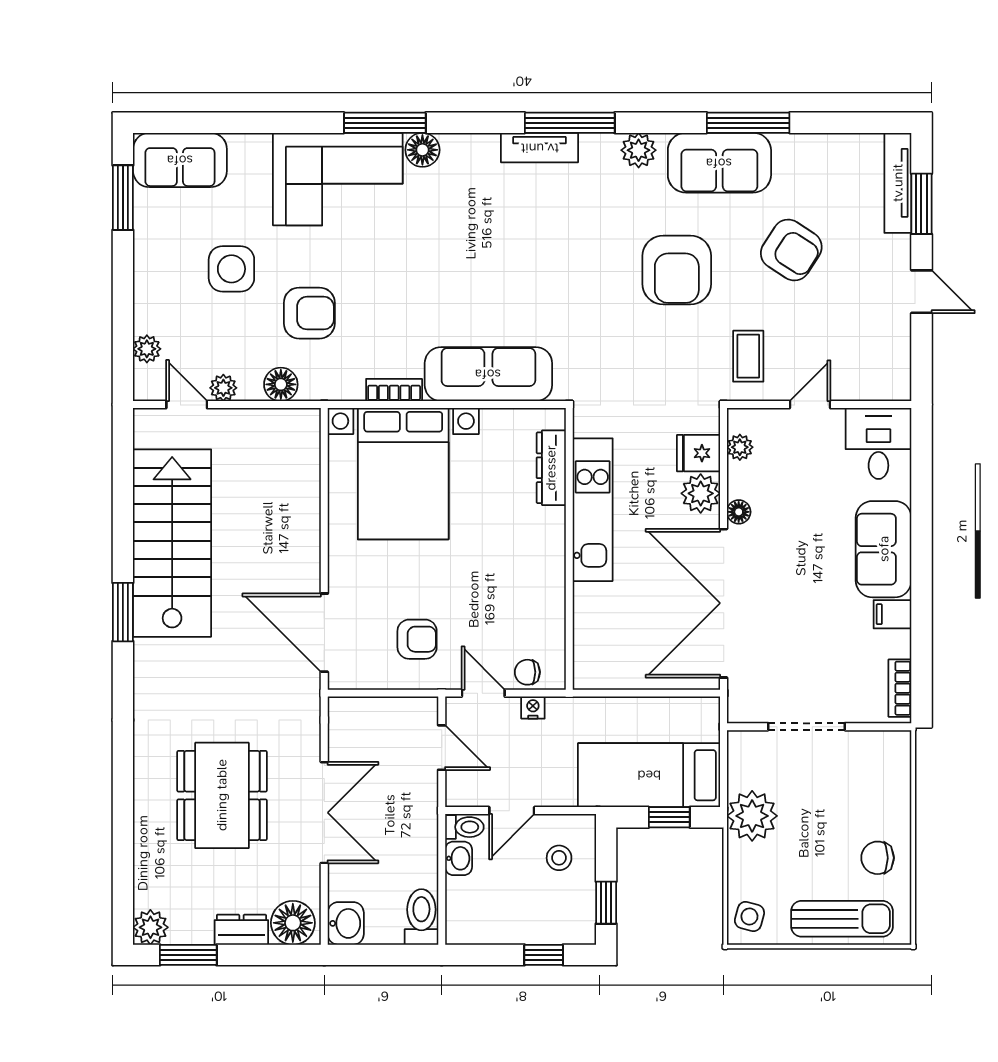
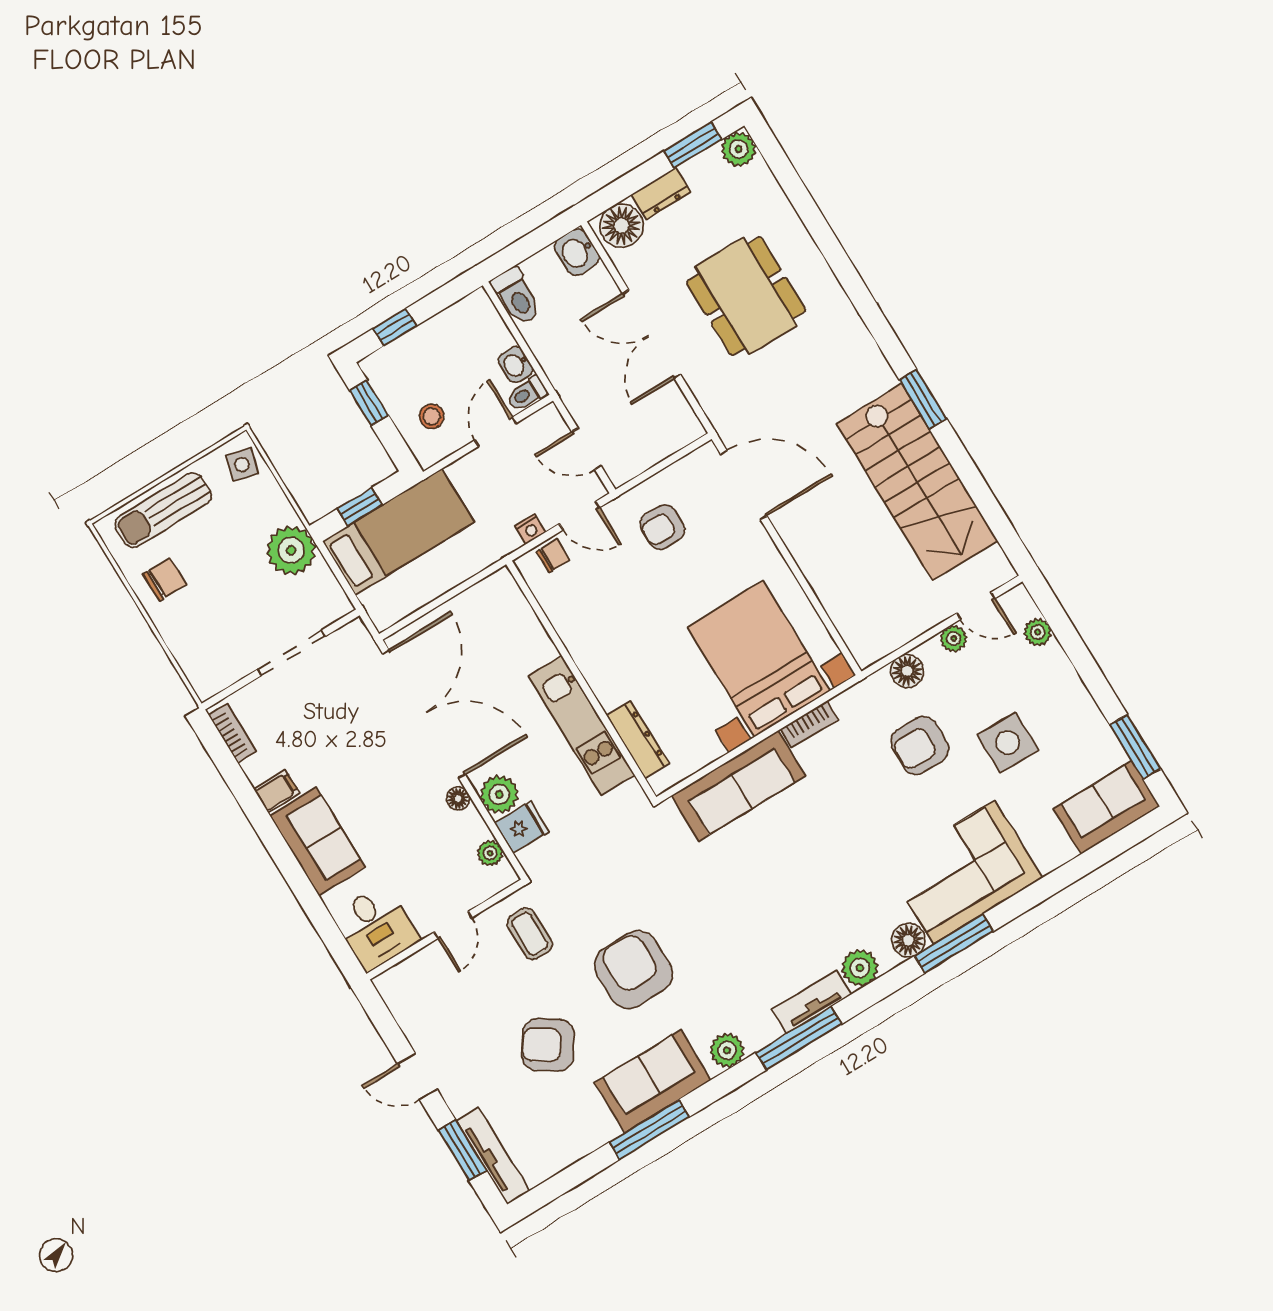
plant: (479, 152) -> (860, 968), added

